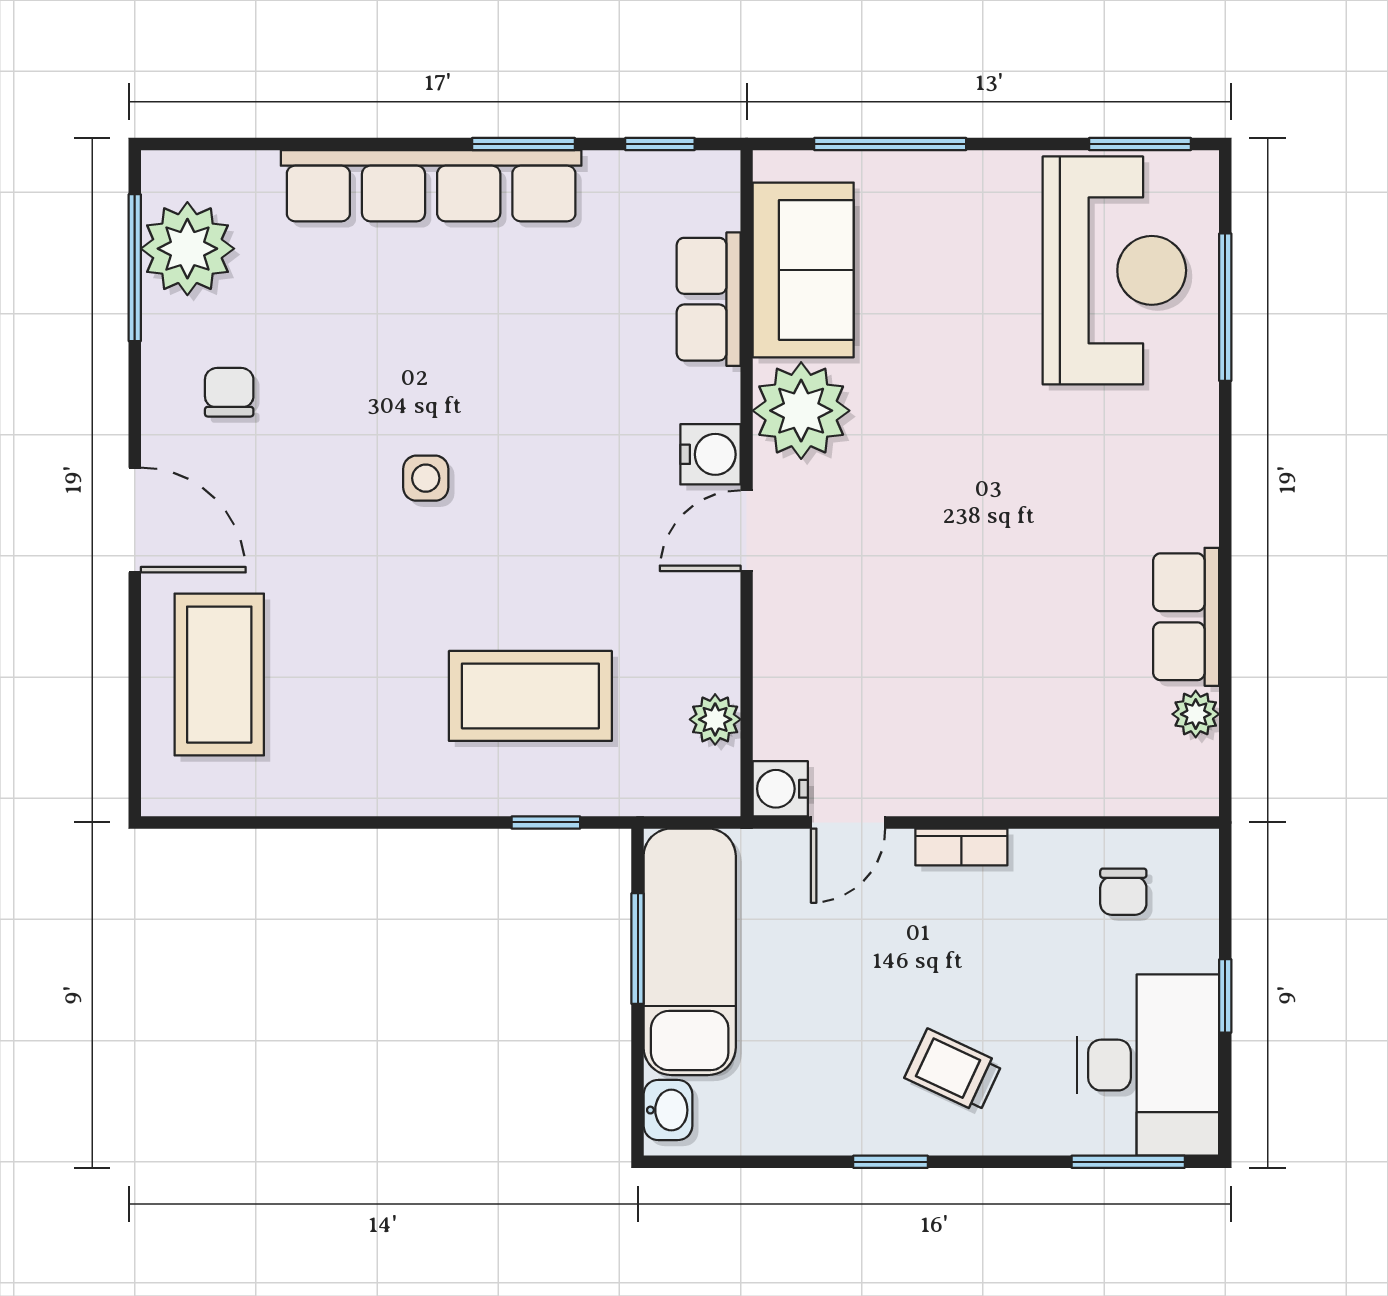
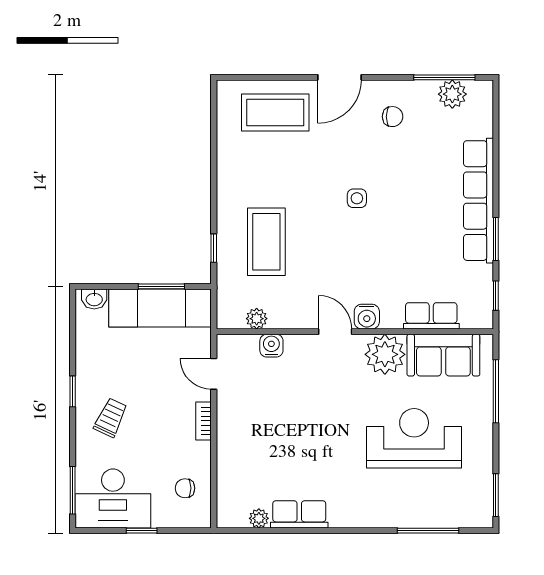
plant: (187, 249) -> (452, 94), width x0.73, depth x0.73
reception desk: (1114, 270) -> (414, 438), moved, turned 180
water cooler: (780, 789) -> (271, 346), moved

